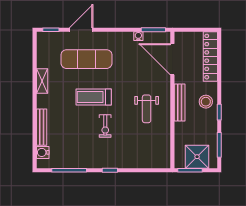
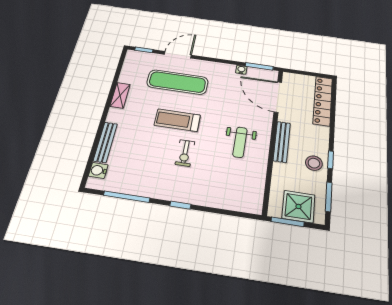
stool: (206, 102) -> (314, 163), moved

